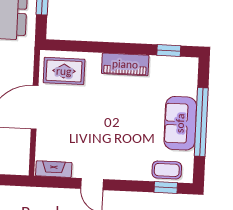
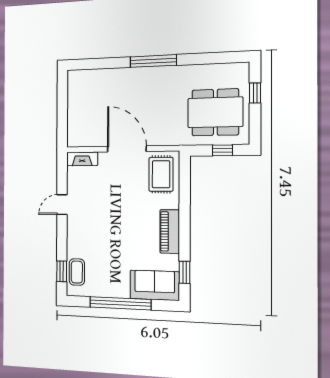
sofa: (180, 123) -> (155, 285), moved
fireplace: (54, 169) -> (82, 159), moved, turned 90

